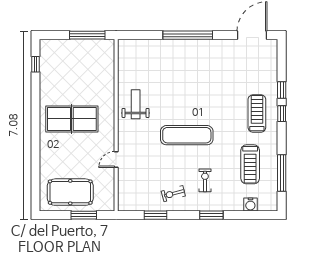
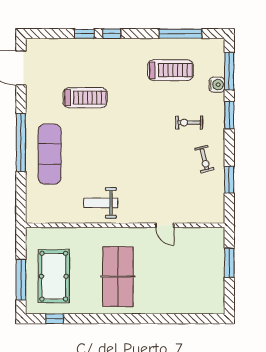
window: (87, 35) -> (21, 280), moved
treadmill: (257, 113) -> (85, 98), moved, turned 180
exercise mat: (187, 135) -> (50, 154), moved
pool table: (70, 192) -> (54, 276), moved
water cooler: (250, 204) -> (217, 85), moved
window: (249, 215) -> (229, 71), added

